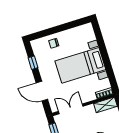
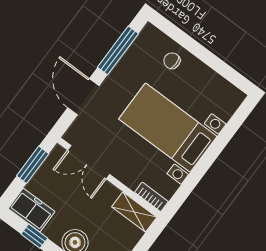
window: (33, 63) -> (118, 50), width x2.17
double door: (71, 109) -> (89, 162), swing flipped

